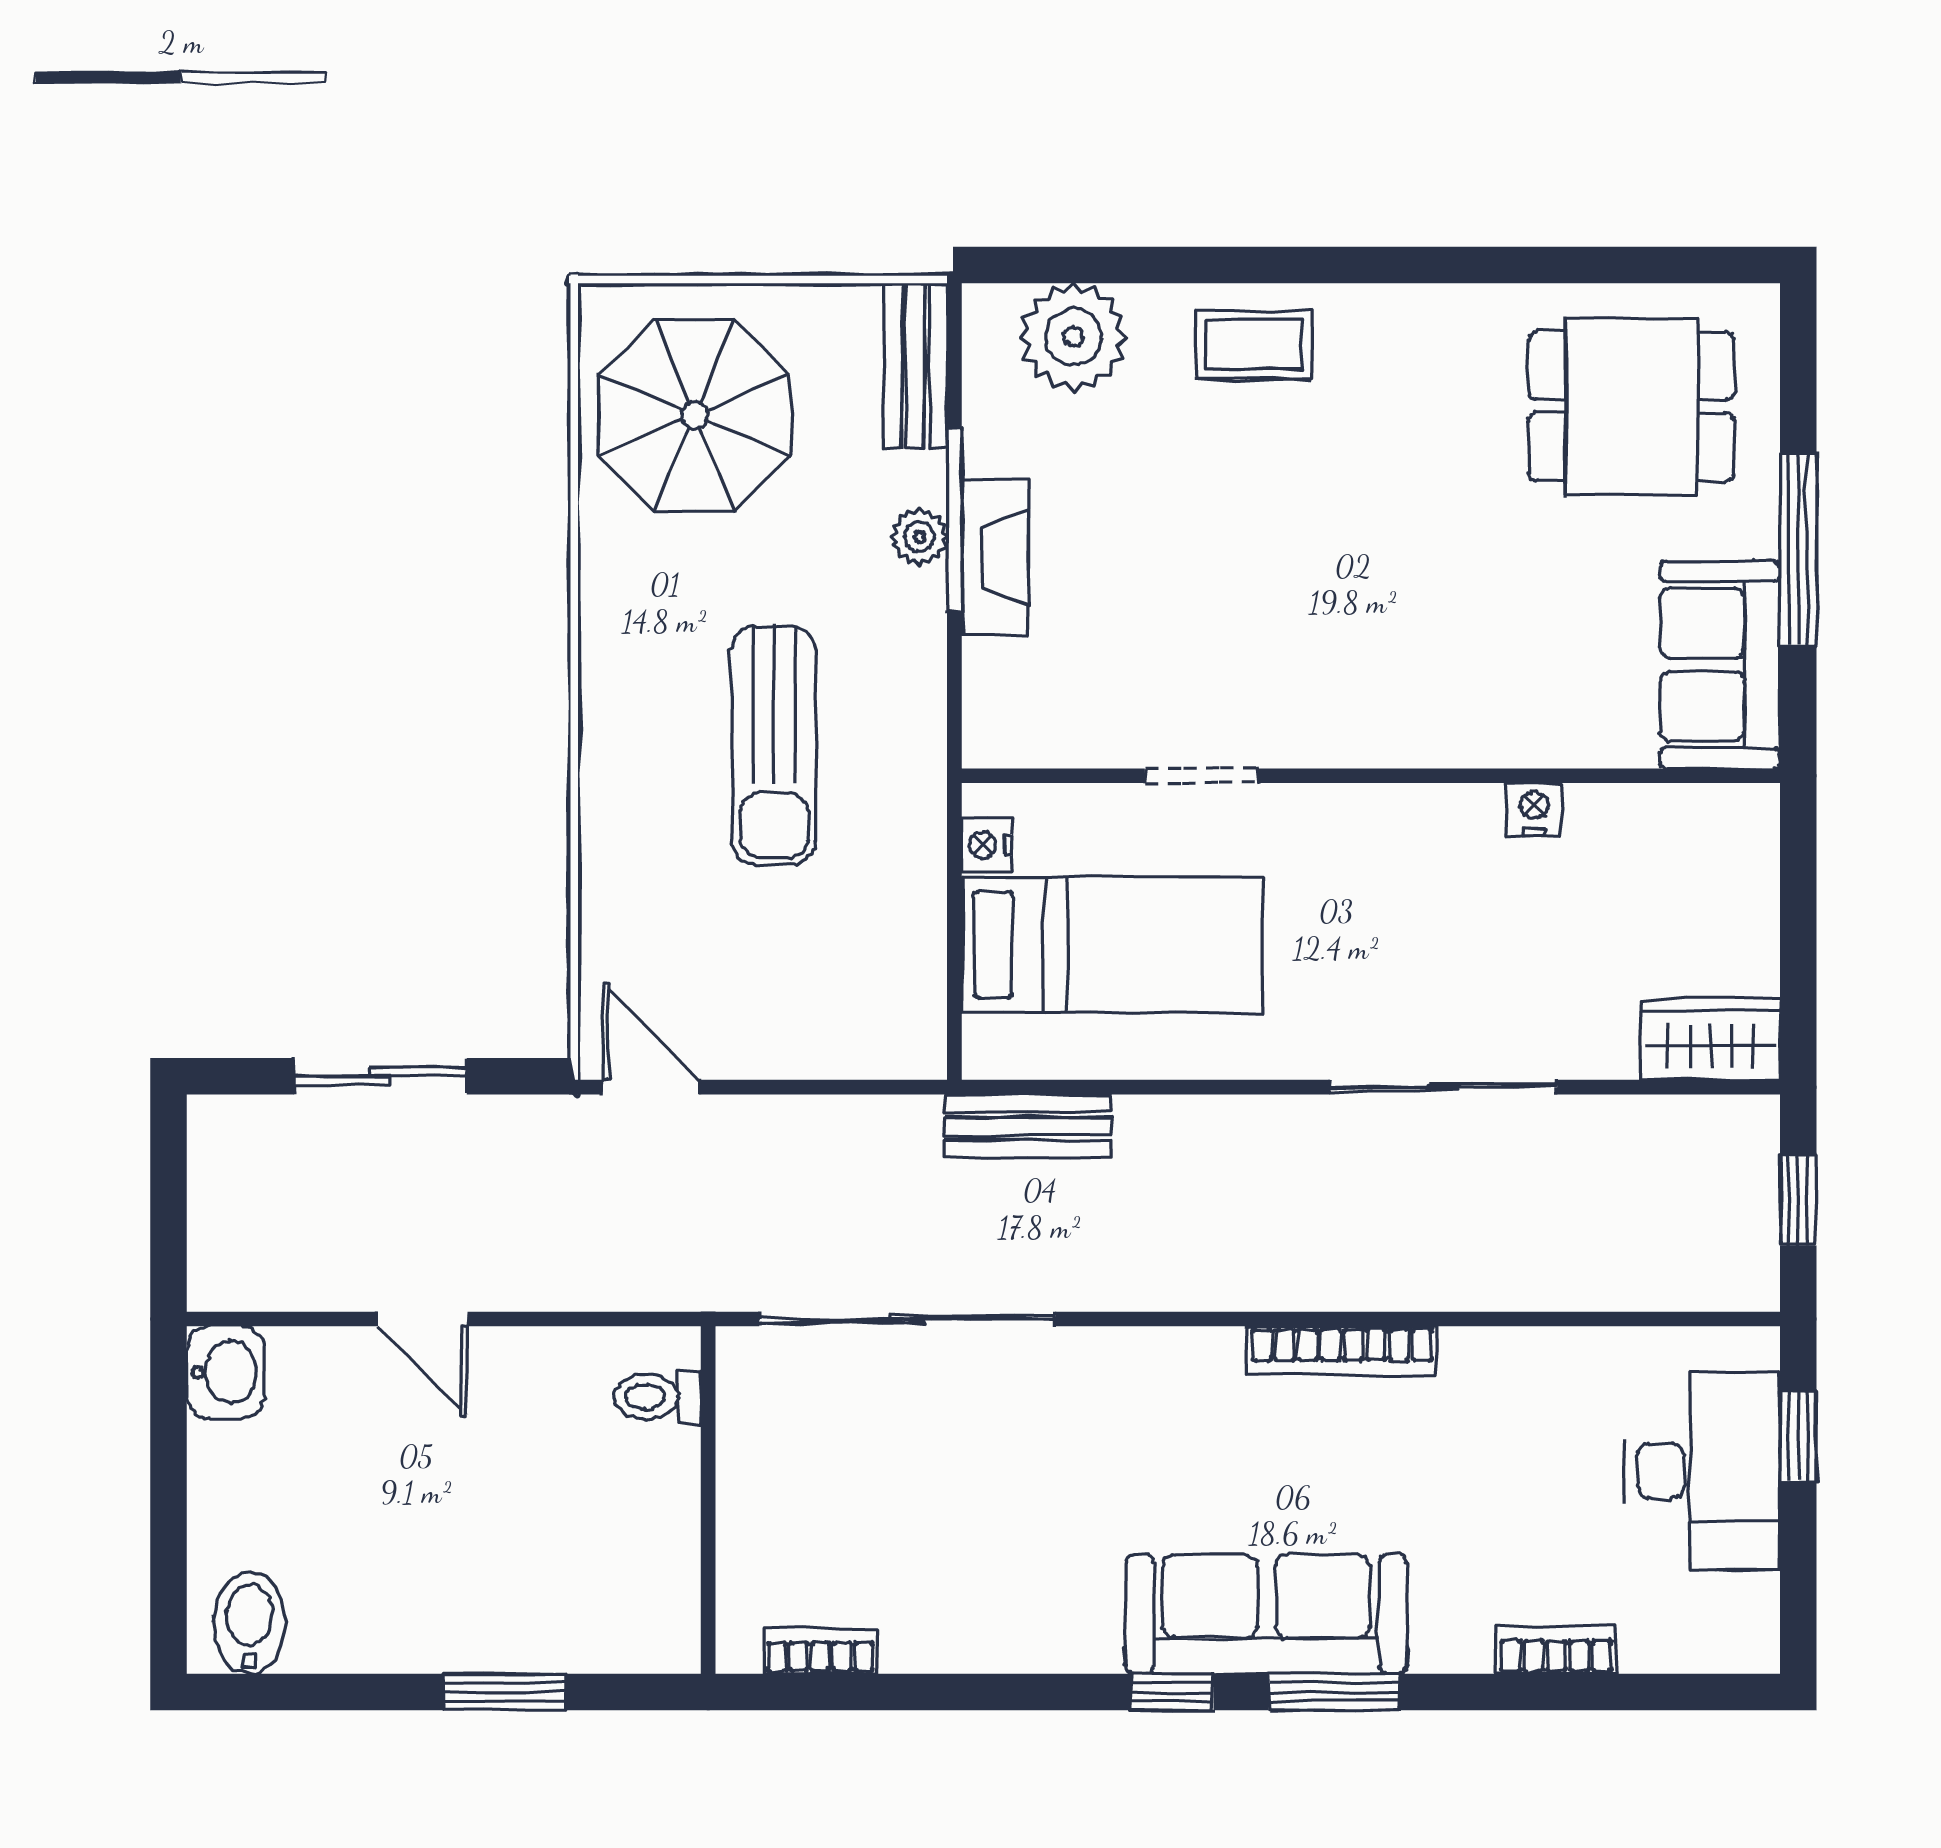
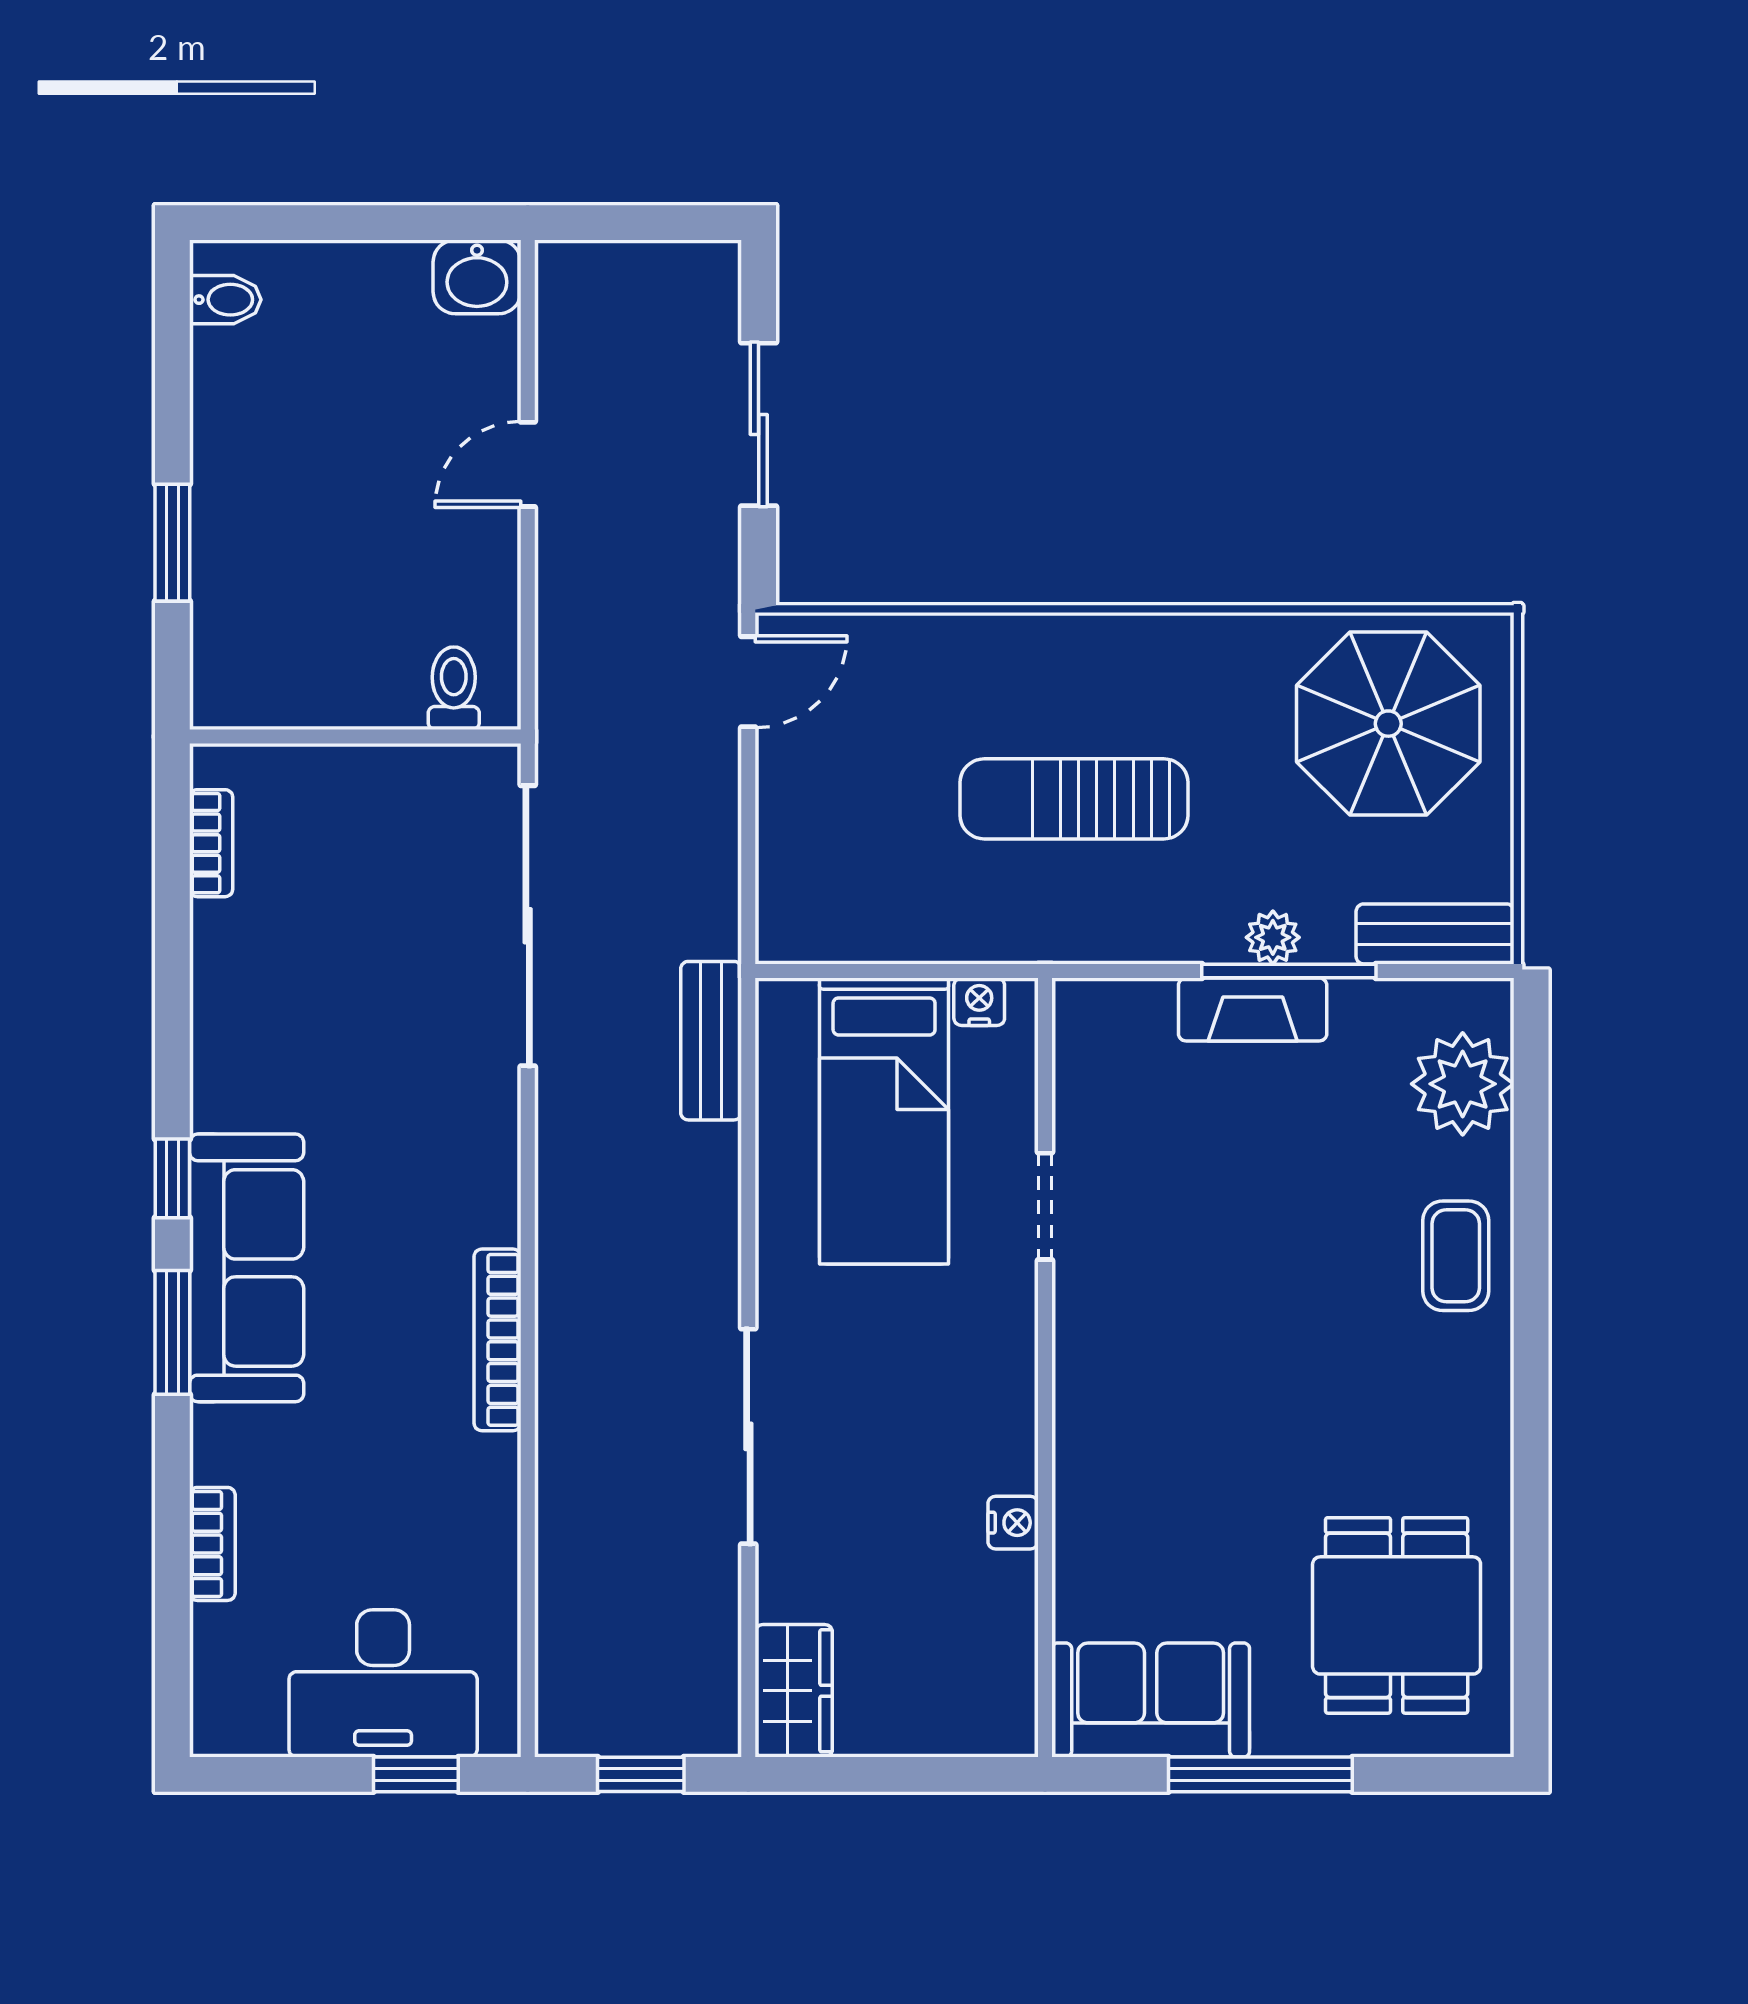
bidet: (249, 1623) -> (225, 300), width x0.72, depth x0.74

